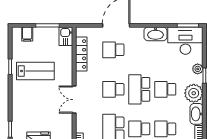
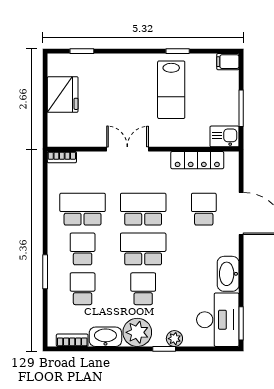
filing cabinet: (27, 34) -> (228, 62), moved
school desk: (113, 89) -> (143, 209), width x1.85

